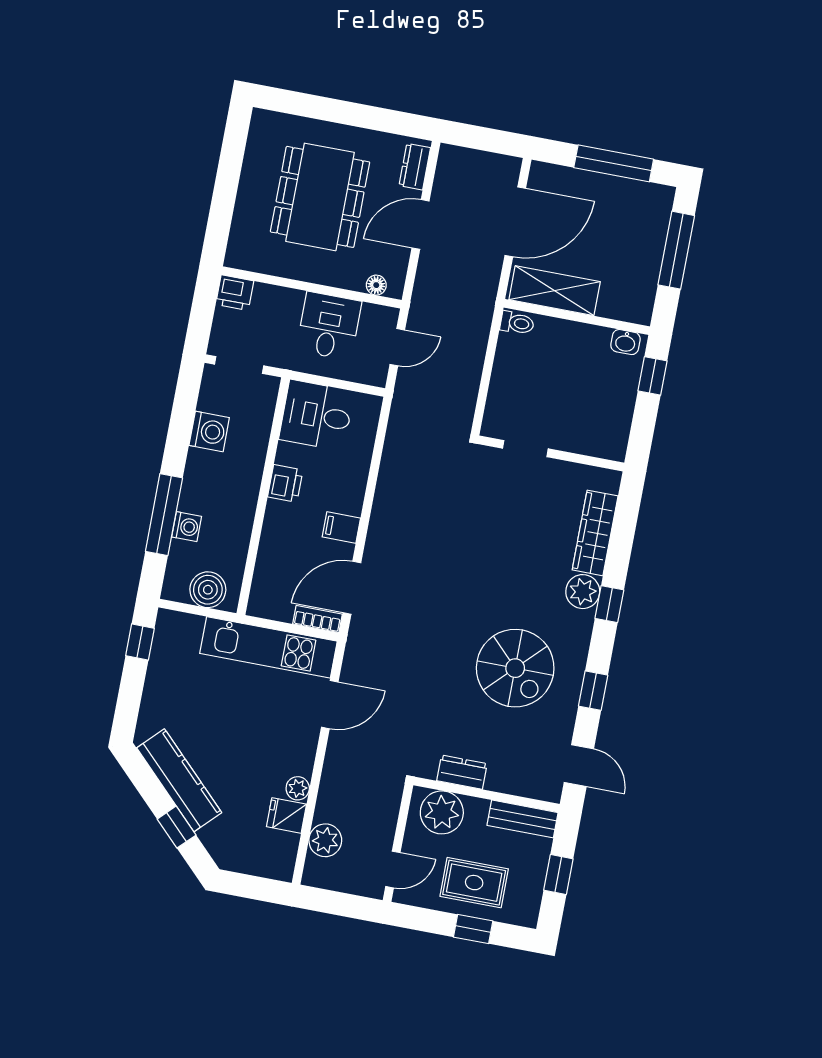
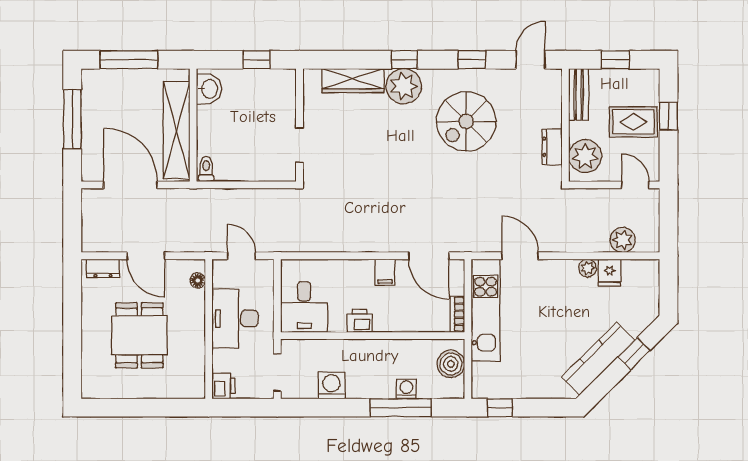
dining table: (320, 197) -> (139, 335), width x0.73
shelving: (555, 291) -> (176, 130), width x1.47
desk: (329, 326) -> (235, 318), width x1.37
washbasin: (625, 342) -> (209, 89), width x1.38, depth x1.45
window: (653, 376) -> (257, 60), moved
plant: (583, 592) -> (404, 86), width x1.36, depth x1.36
bookcase: (318, 619) -> (457, 314), moved
spiral stairs: (515, 668) -> (466, 122), turned 180
rug: (474, 883) -> (633, 122), turned 90

